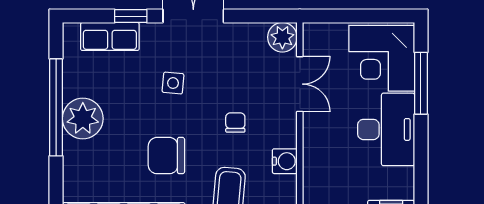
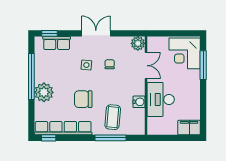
window: (131, 16) -> (49, 33), moved
plant: (83, 119) -> (44, 92), moved
chair: (235, 122) -> (110, 64), moved
desk: (386, 129) -> (161, 99), moved, turned 180

